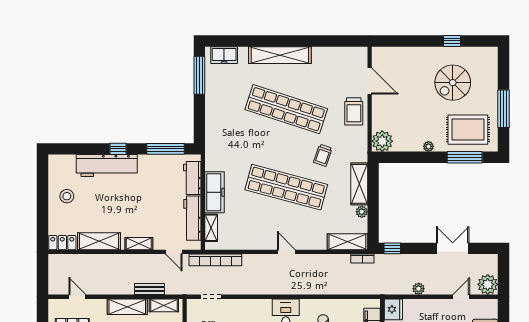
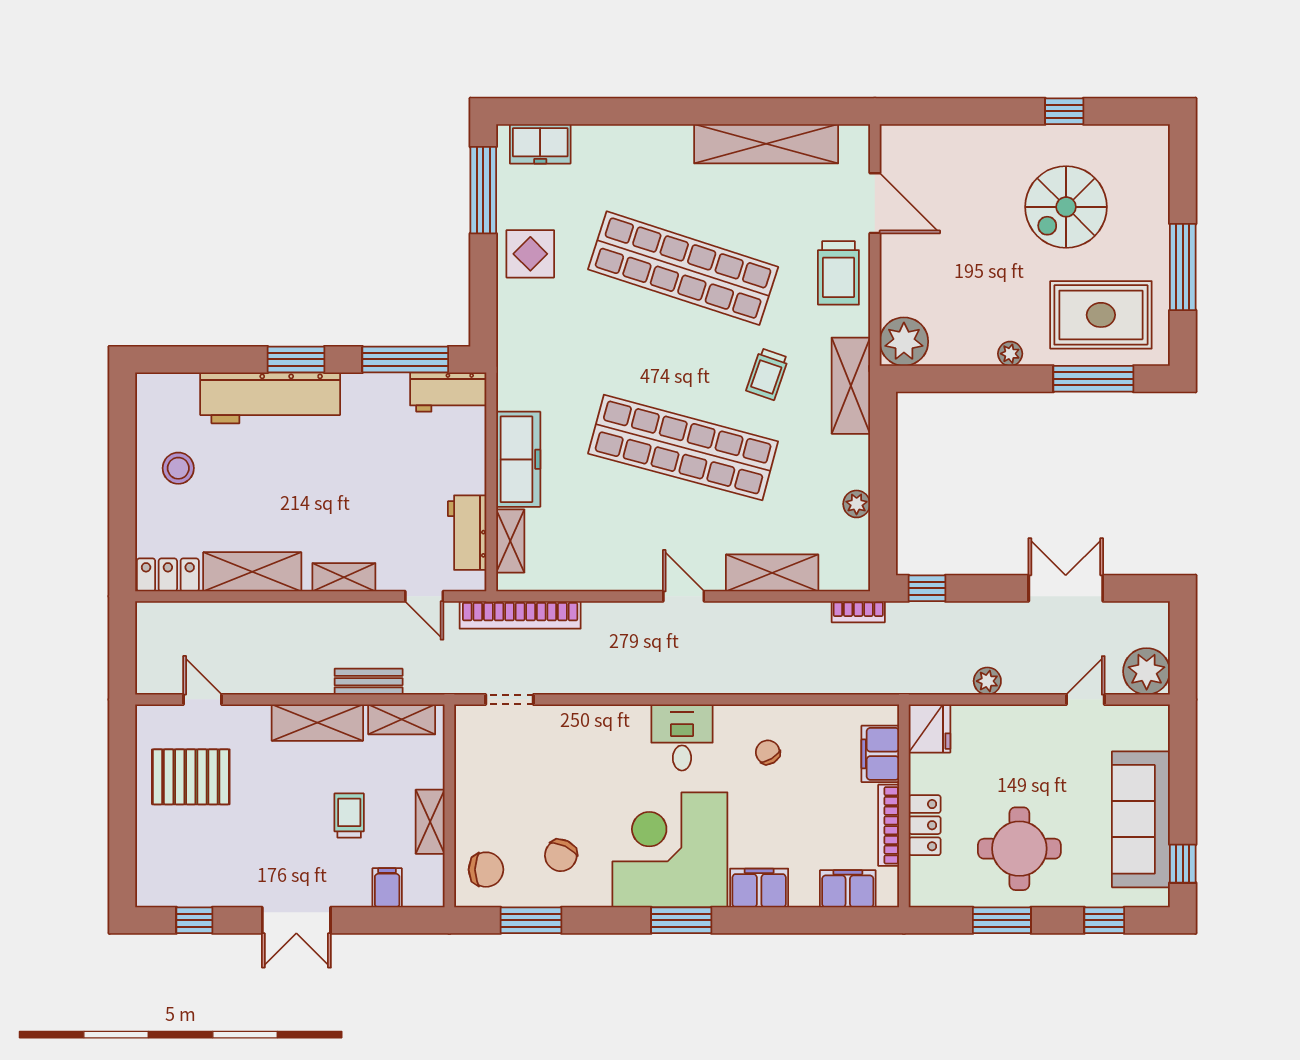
shelving: (280, 55) -> (766, 144), moved
display table: (220, 103) -> (530, 254), added
window: (118, 149) -> (296, 359), width x1.50
workbench: (192, 178) -> (448, 392), moved, turned -90
shelving: (359, 184) -> (851, 386), moved
workbench: (192, 218) -> (467, 533), width x0.73
shelving: (347, 242) -> (772, 573), moved

